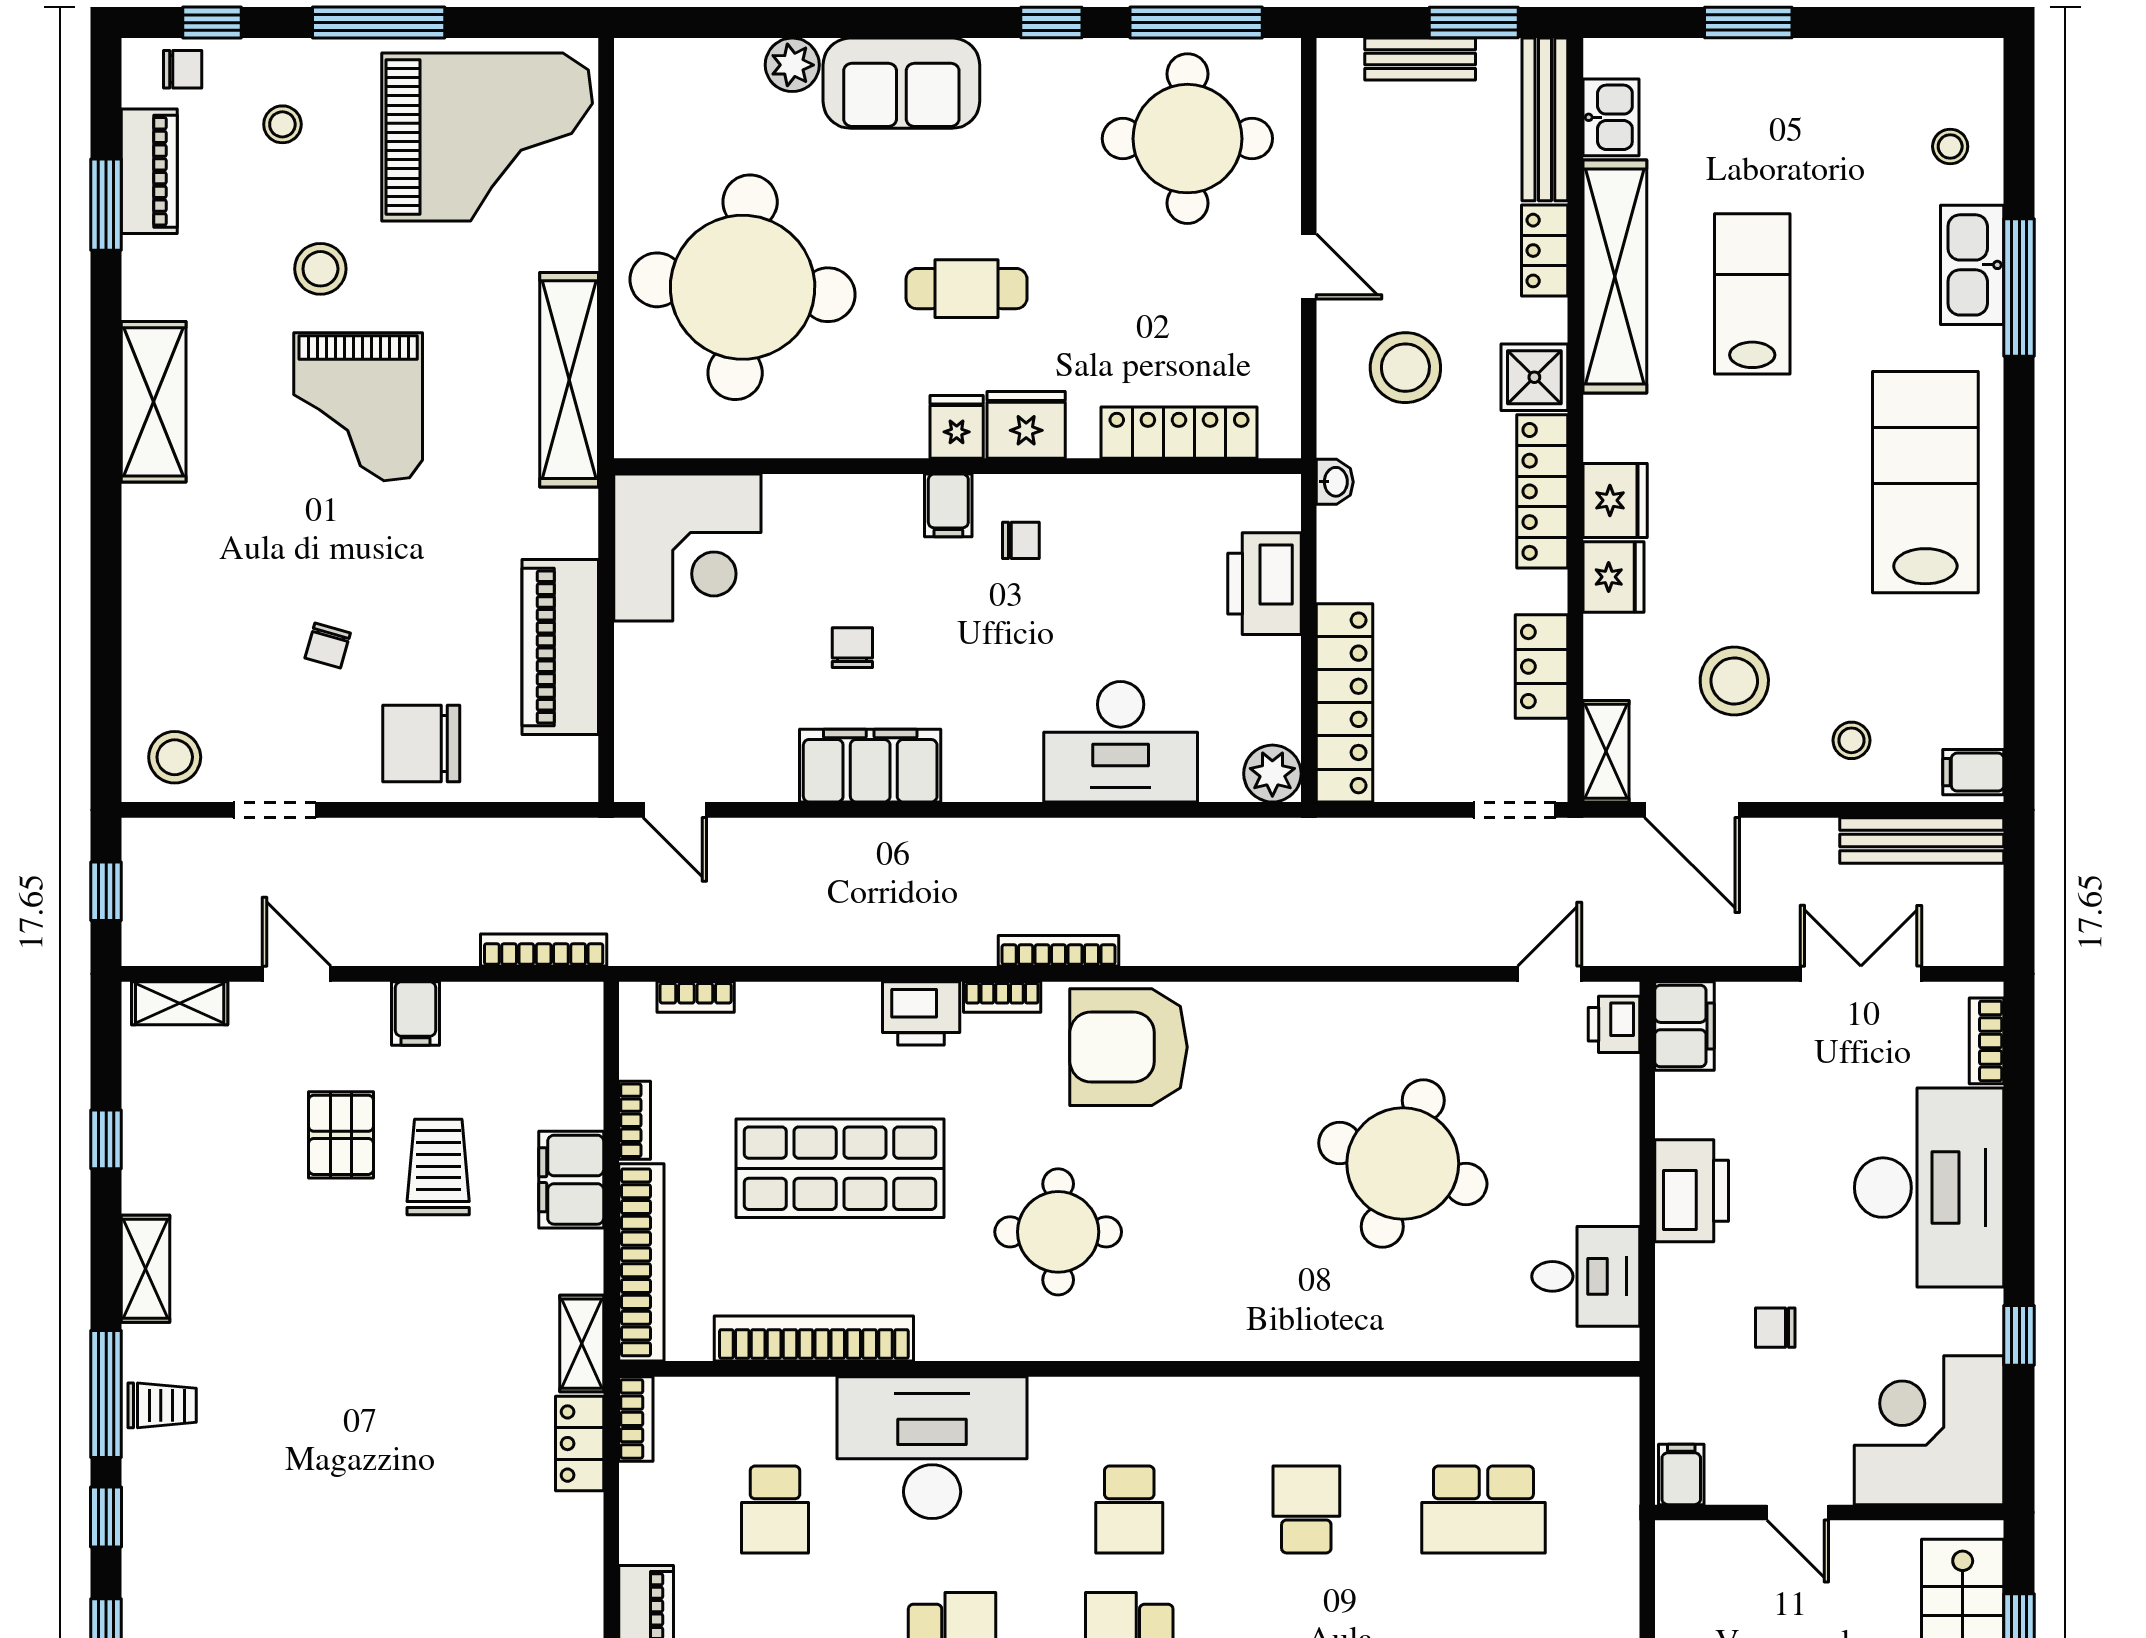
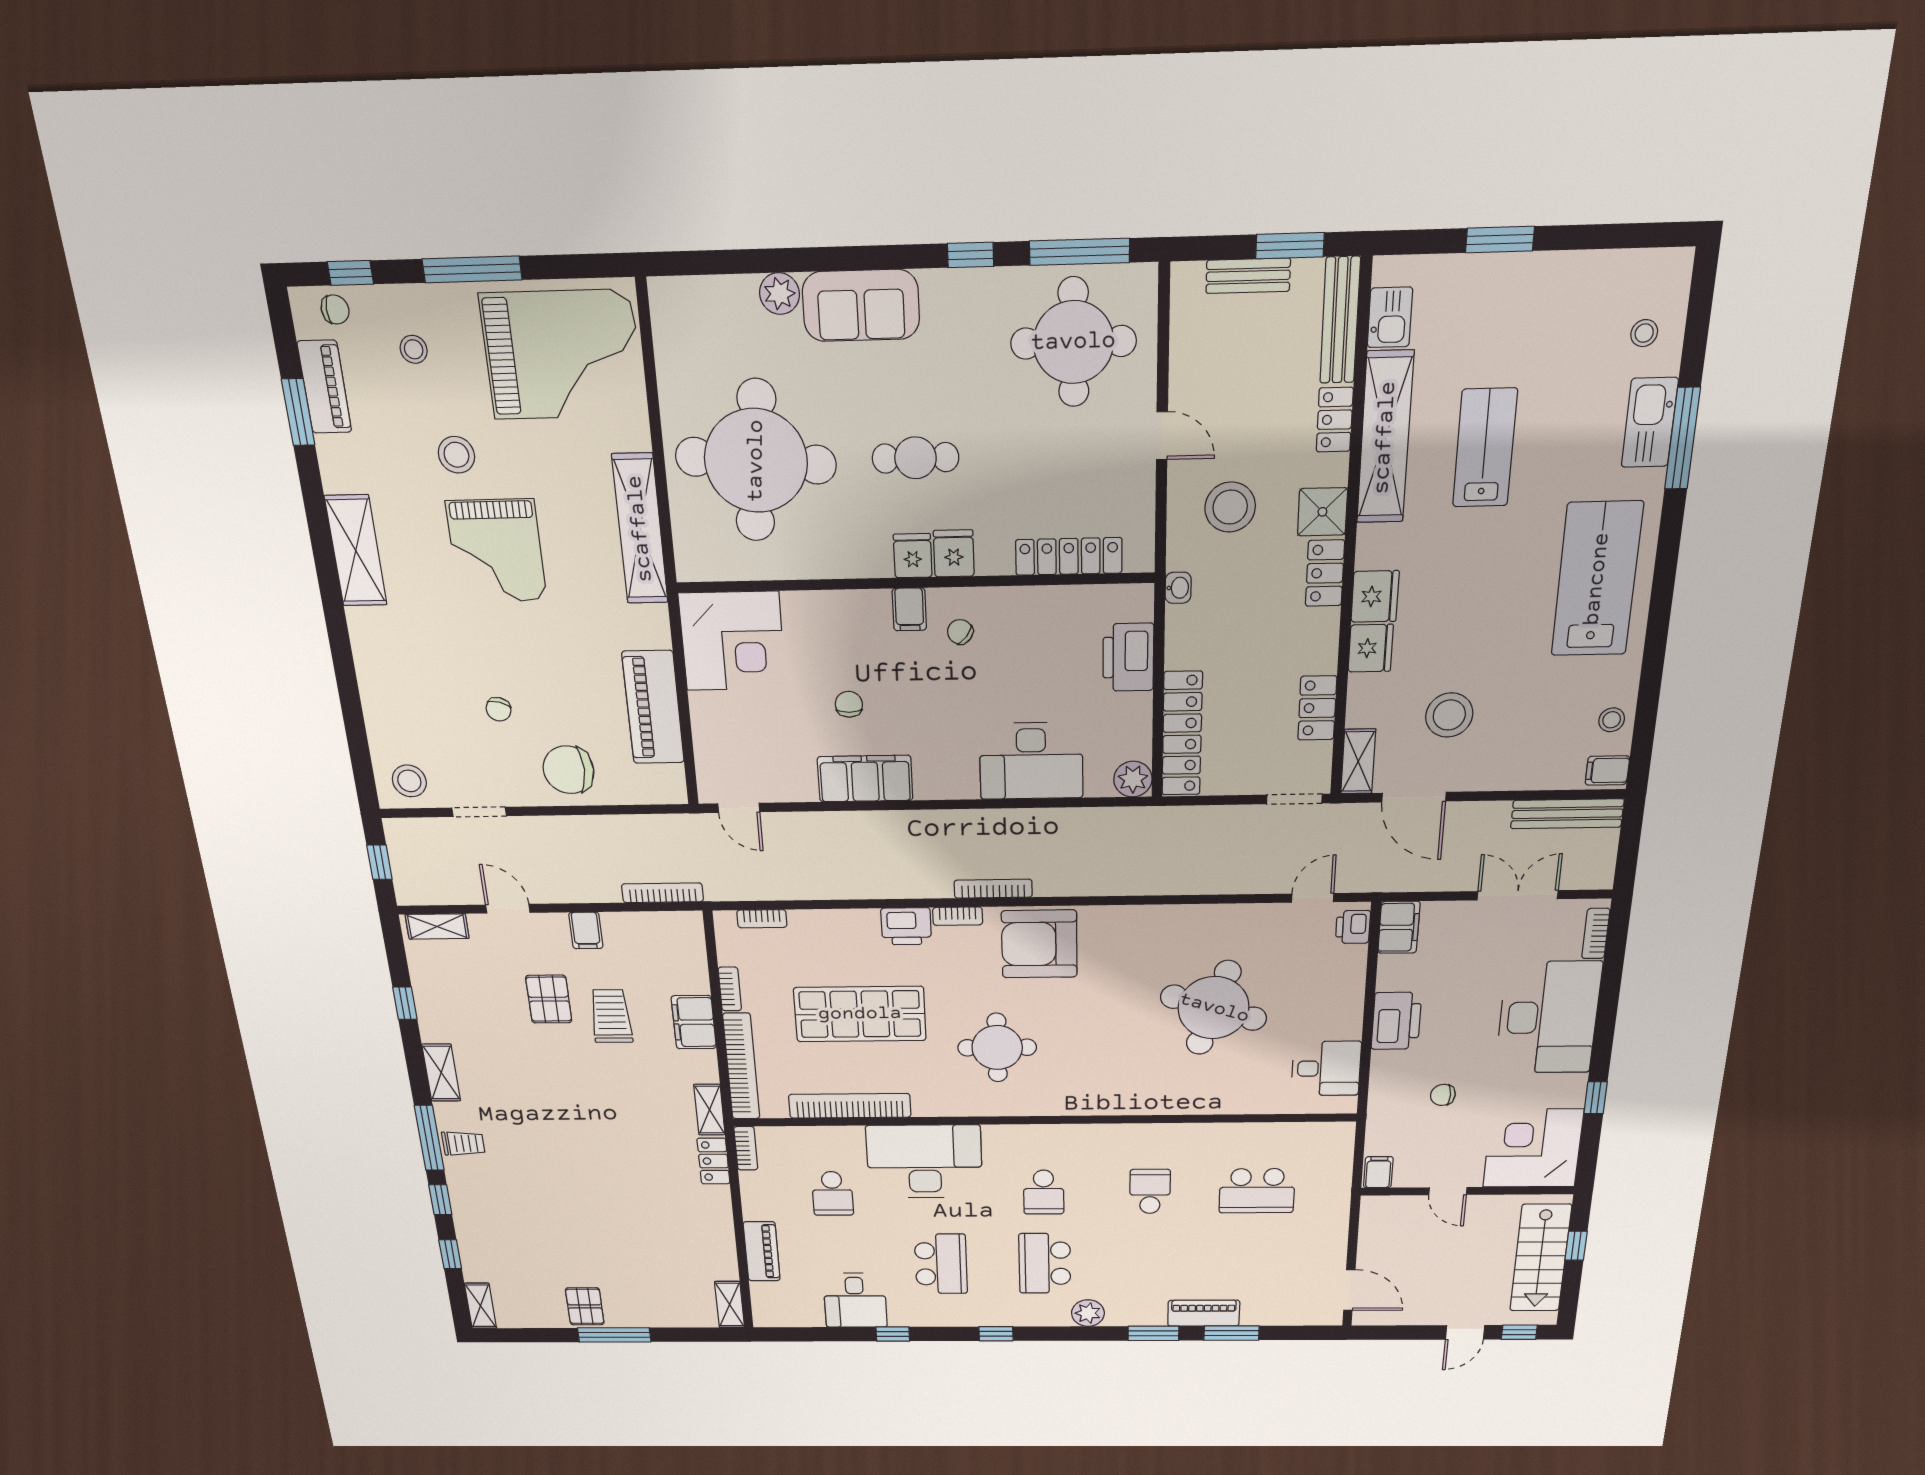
fridge: (1026, 425) -> (954, 553), width x0.72
locker: (1542, 491) -> (1325, 573), width x0.66
chair: (1021, 540) -> (960, 632), turned -143
stool: (1851, 740) -> (1612, 720), moved

